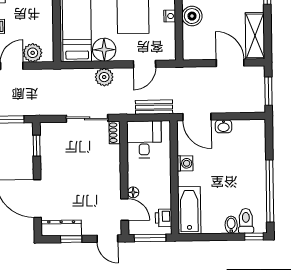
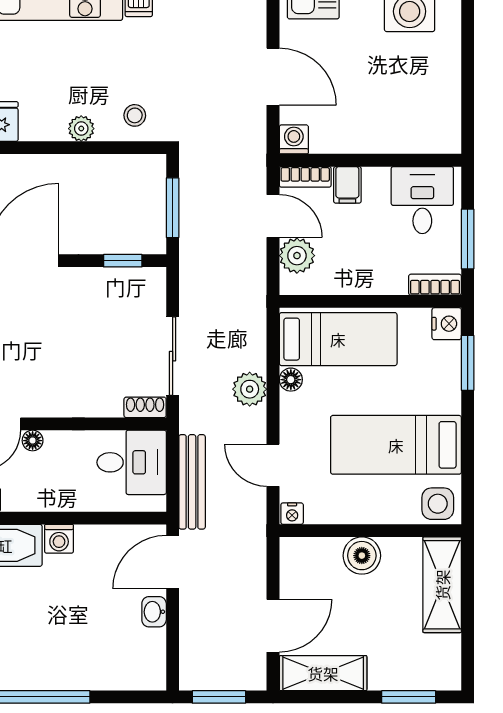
nightstand: (170, 16) -> (292, 514), moved
floor lamp: (104, 50) -> (291, 380), width x0.53, depth x0.53
bench: (154, 107) -> (192, 482), width x1.36
washing machine: (185, 163) -> (59, 539), moved

